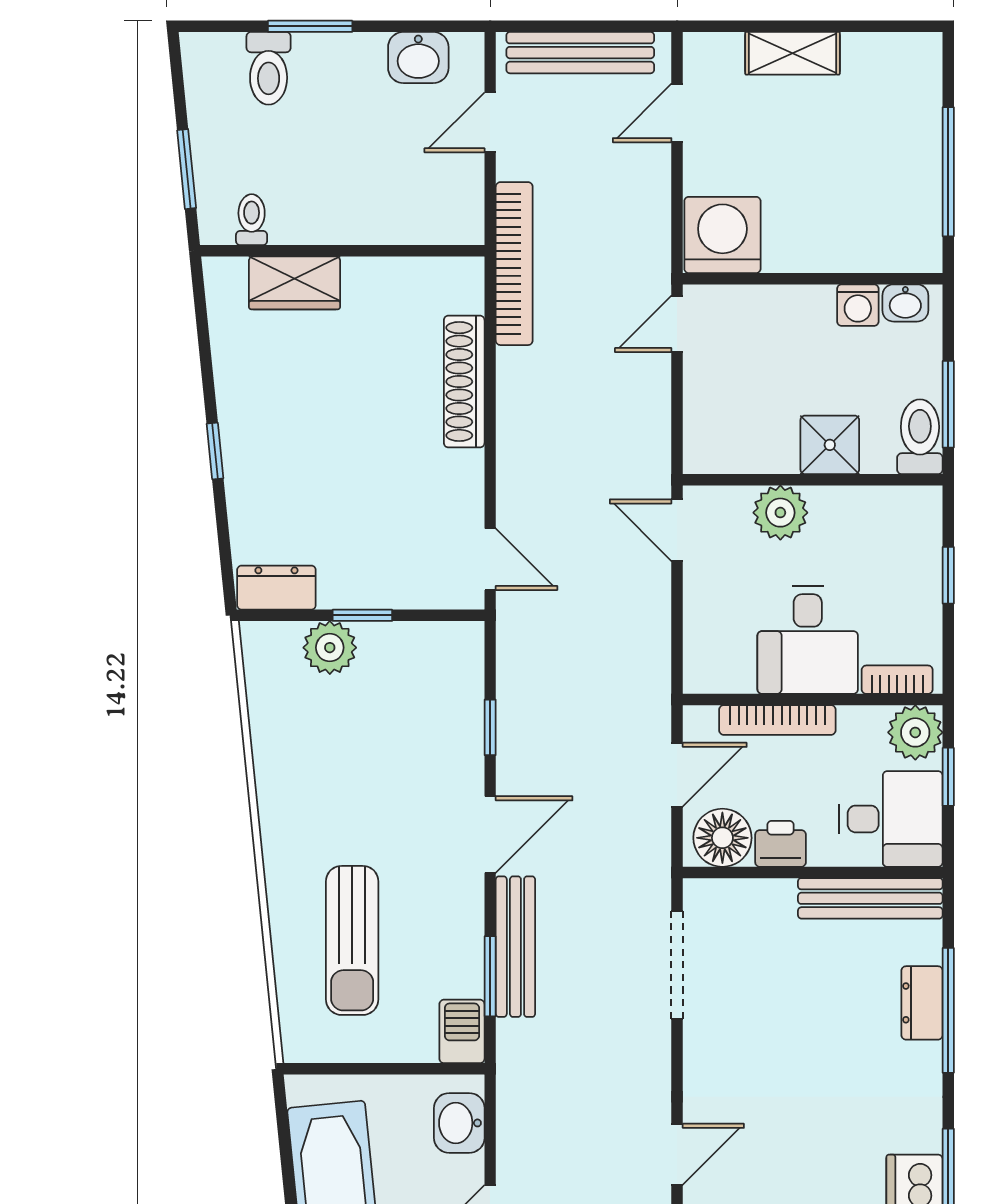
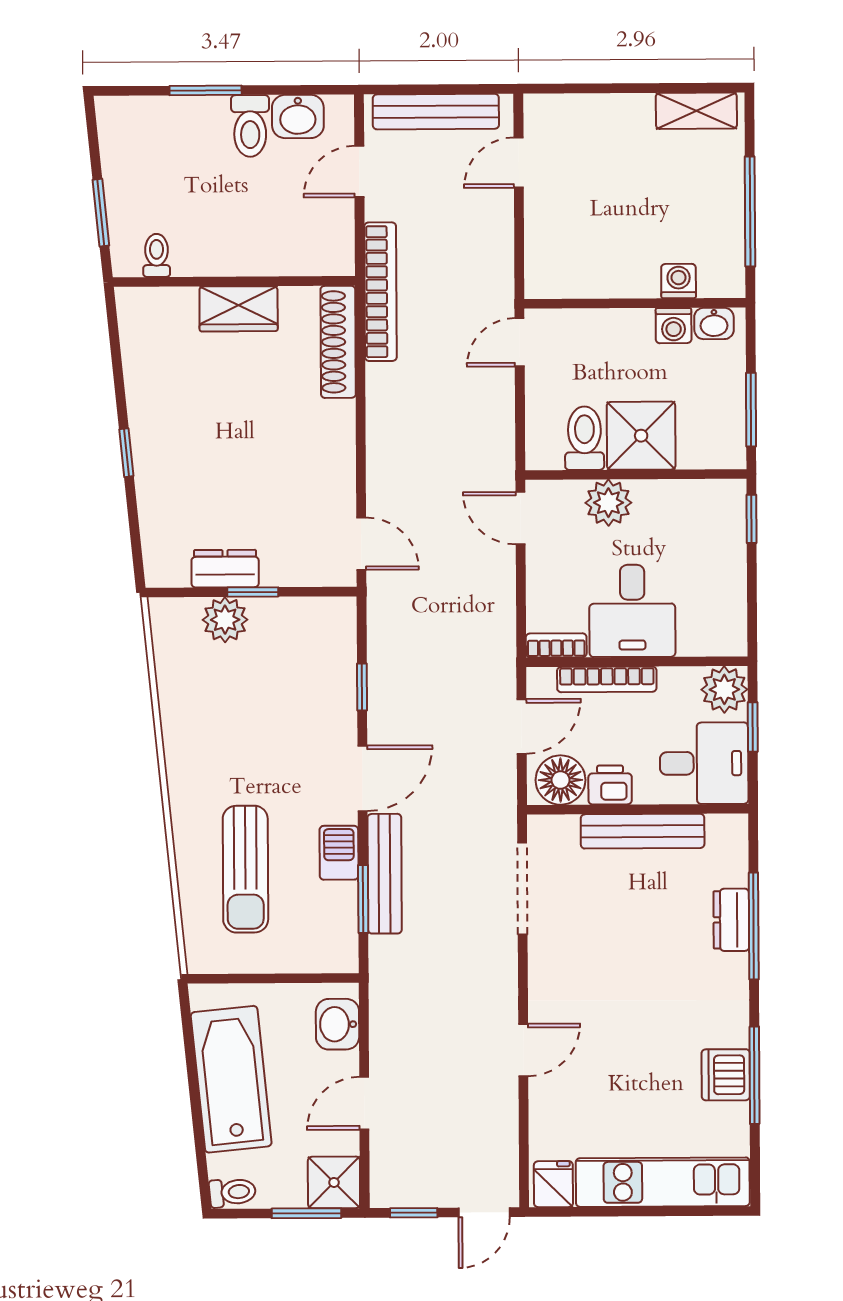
shelving: (792, 53) -> (696, 111), moved
toilet: (269, 68) -> (250, 126), moved
washing machine: (722, 235) -> (679, 281), moved, width x0.53, depth x0.53
wardrobe: (295, 283) -> (239, 309), moved
shoe rack: (464, 382) -> (338, 342), moved
toilet: (920, 437) -> (584, 438), moved
shower: (830, 445) -> (641, 436), width x1.36, depth x1.36
window: (948, 575) -> (752, 519), moved
dresser: (276, 588) -> (225, 569), moved
bookcase: (897, 680) -> (556, 645), moved
bench: (870, 898) -> (643, 831), moved
barbecue: (462, 1031) -> (339, 853), moved

